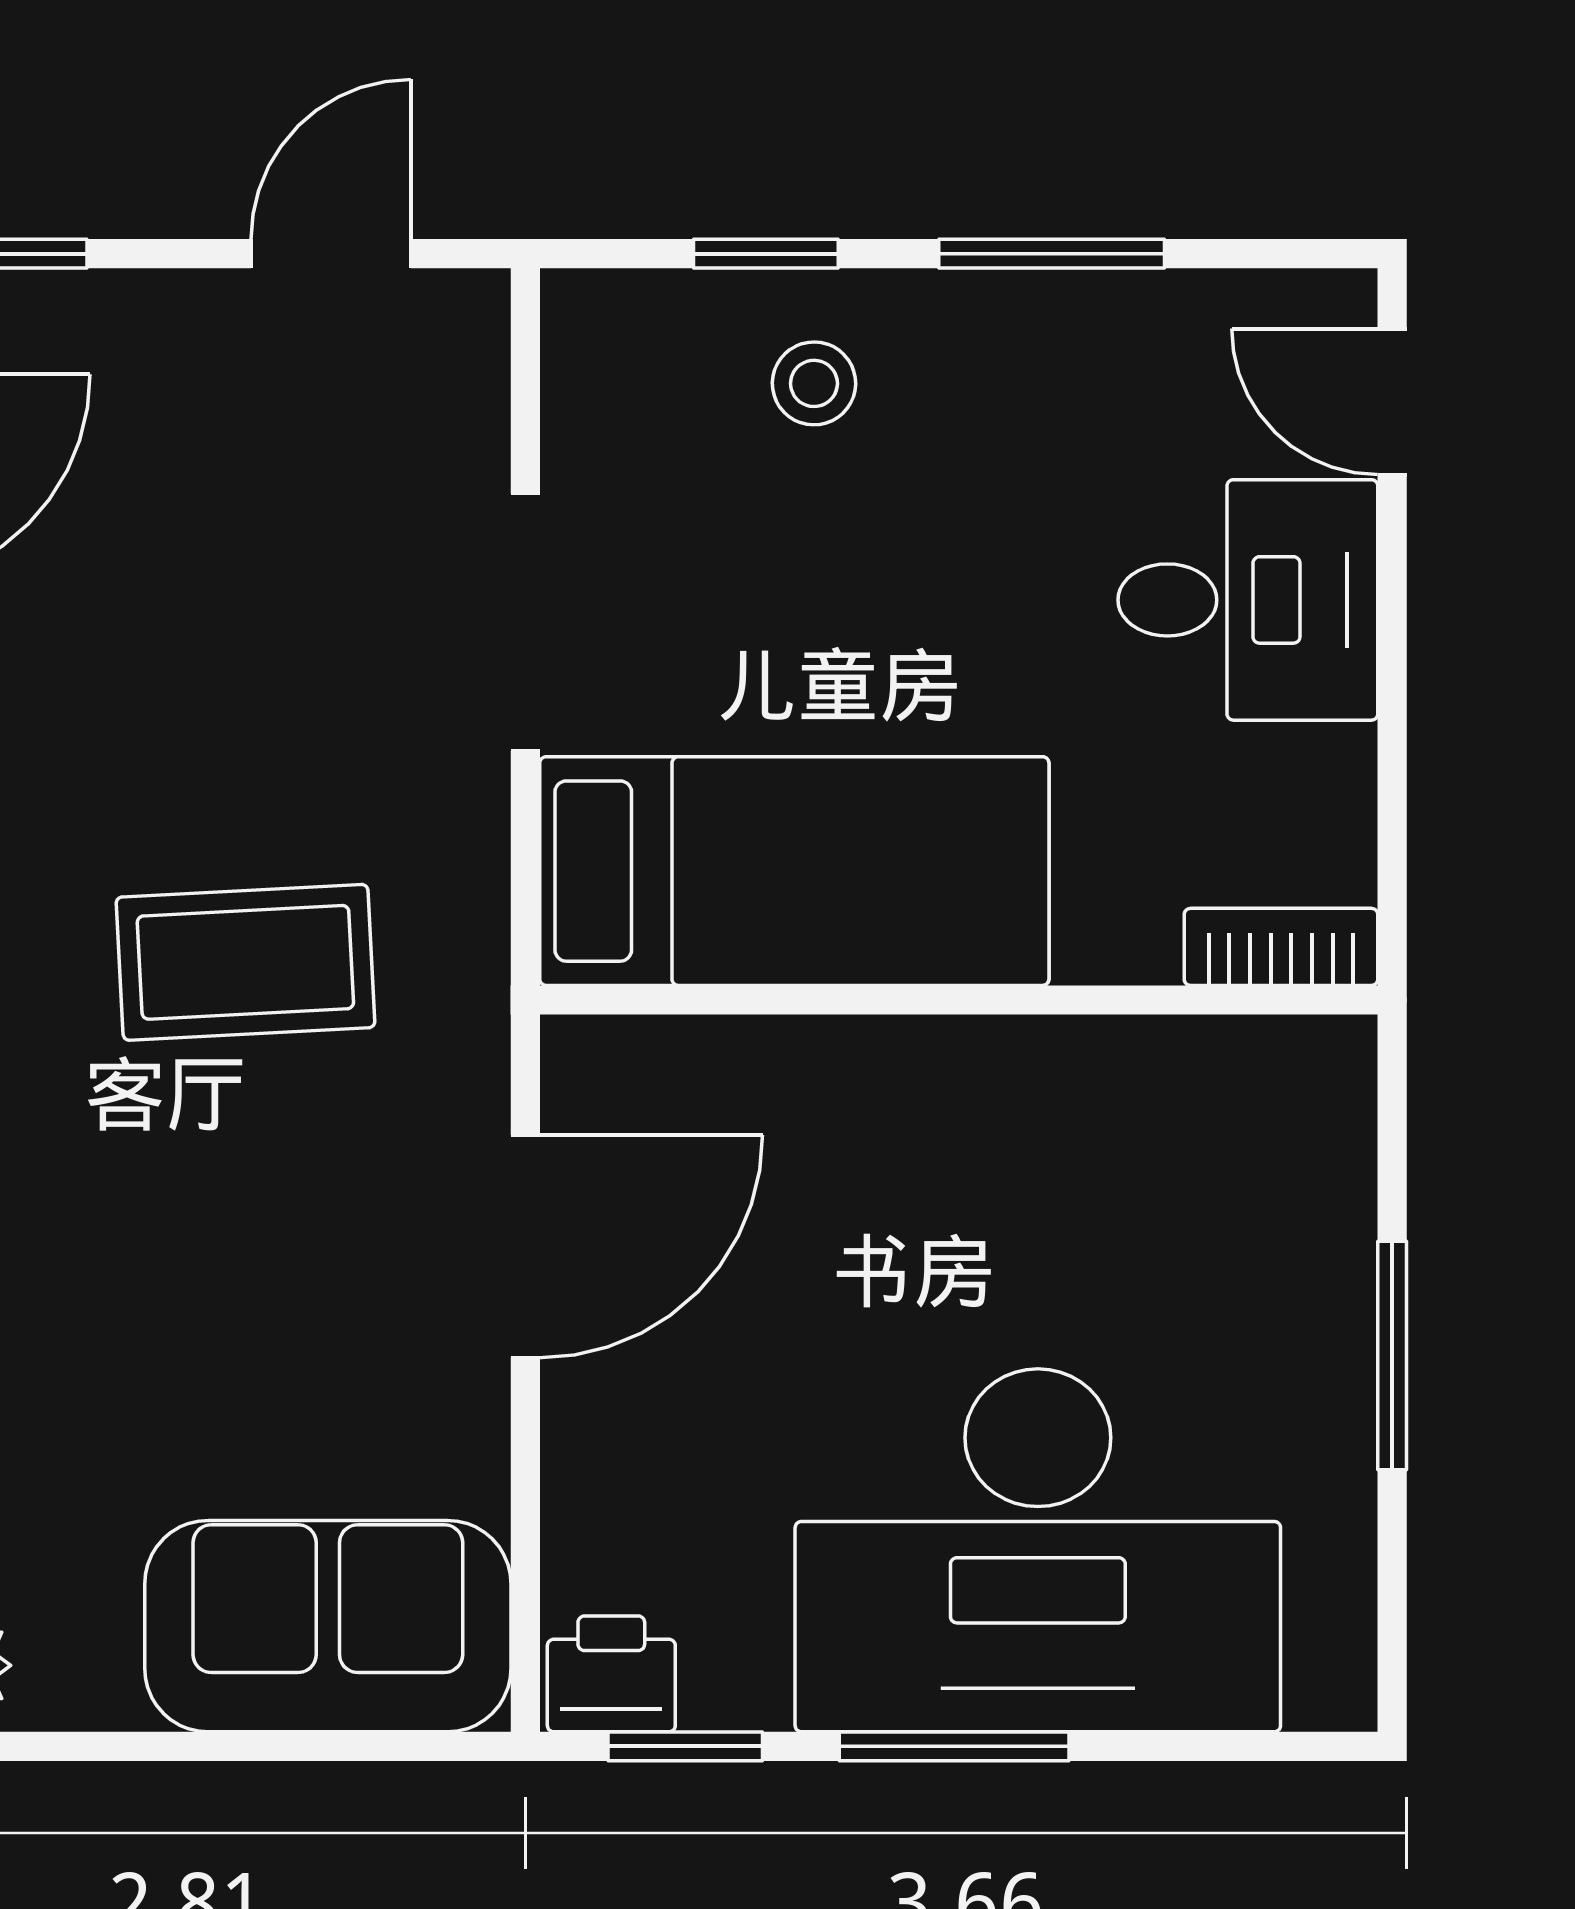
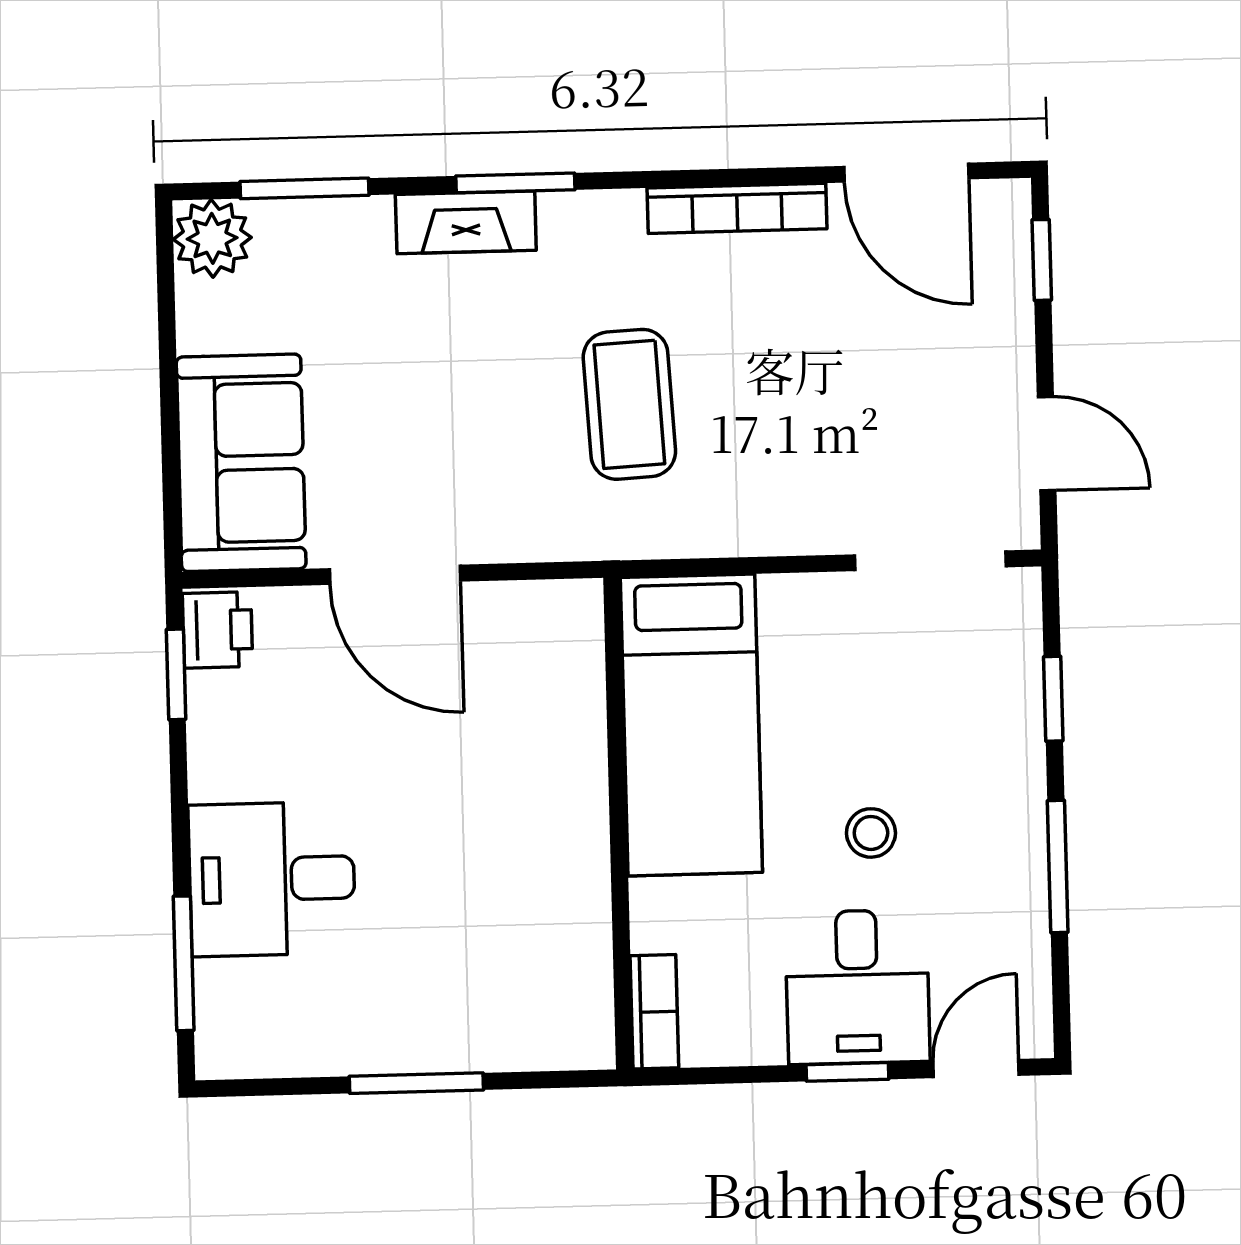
stool: (814, 383) -> (871, 833), moved
window: (1392, 621) -> (847, 1072), added
doorway: (525, 622) -> (930, 561), moved
door: (525, 1246) -> (395, 575), moved
desk: (1038, 1550) -> (272, 879), width x0.53, depth x0.77
window: (954, 1746) -> (184, 963), moved

